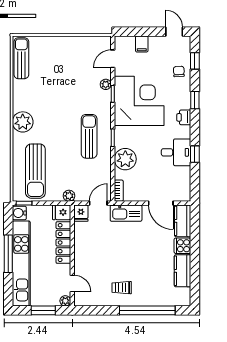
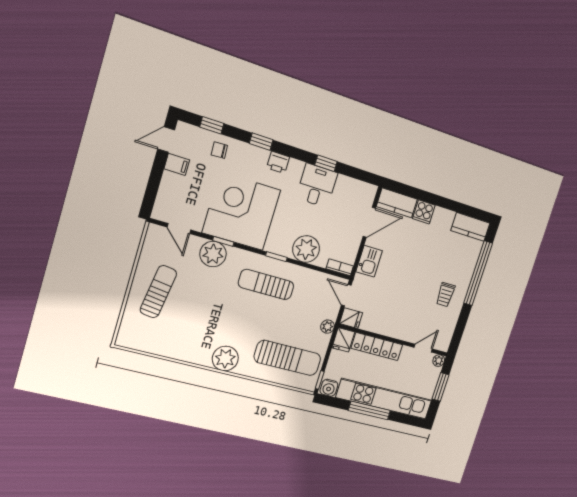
filing cabinet: (142, 44) -> (177, 164), moved
sun lounger: (21, 58) -> (158, 292), moved, turned 98
plant: (106, 84) -> (213, 254), width x1.87, depth x1.87
kitchen sink: (126, 213) -> (369, 261), width x0.73
kitchen counter: (183, 271) -> (470, 227), moved

